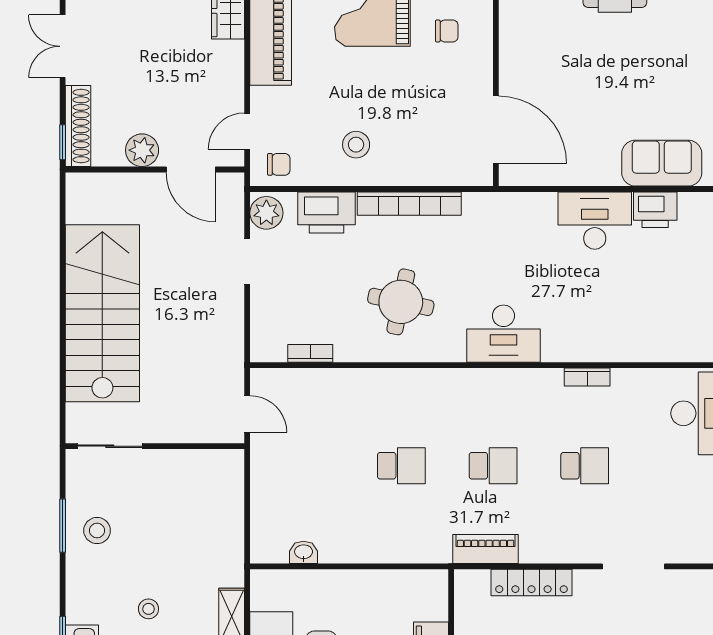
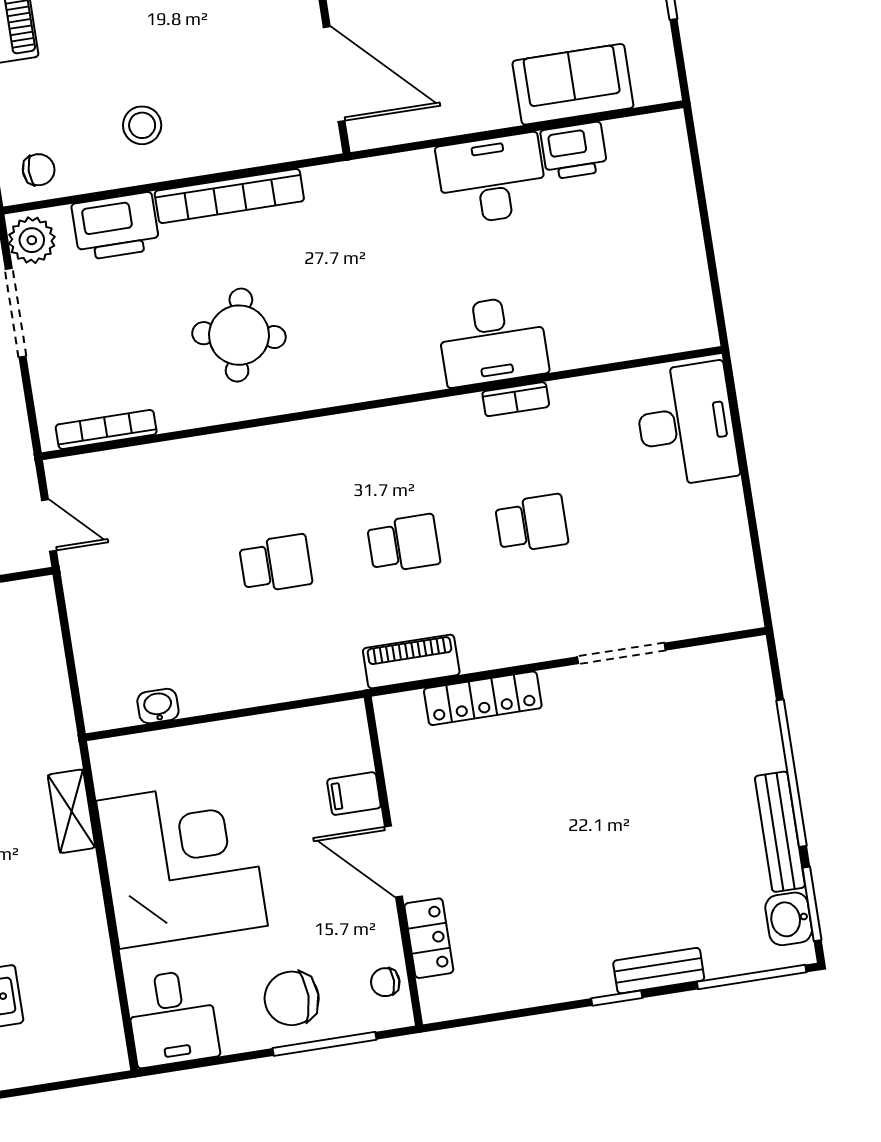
doorway: (247, 262) -> (16, 313), width x1.38
desk: (503, 334) -> (493, 341), moved
bookcase: (310, 353) -> (106, 430), width x1.56

